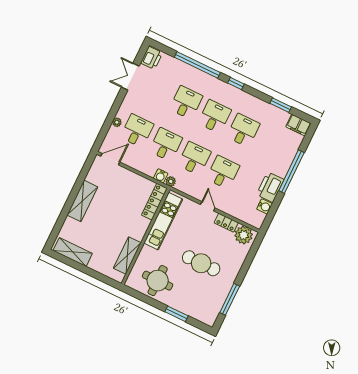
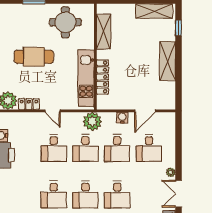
double door: (130, 77) -> (178, 194), swing flipped
plant: (117, 122) -> (171, 172), moved
door: (110, 159) -> (145, 111), moved
water cooler: (161, 176) -> (122, 118), moved
plant: (171, 181) -> (92, 121), width x1.88, depth x1.88
locker: (154, 202) -> (102, 77), moved
window: (58, 226) -> (178, 28), added

